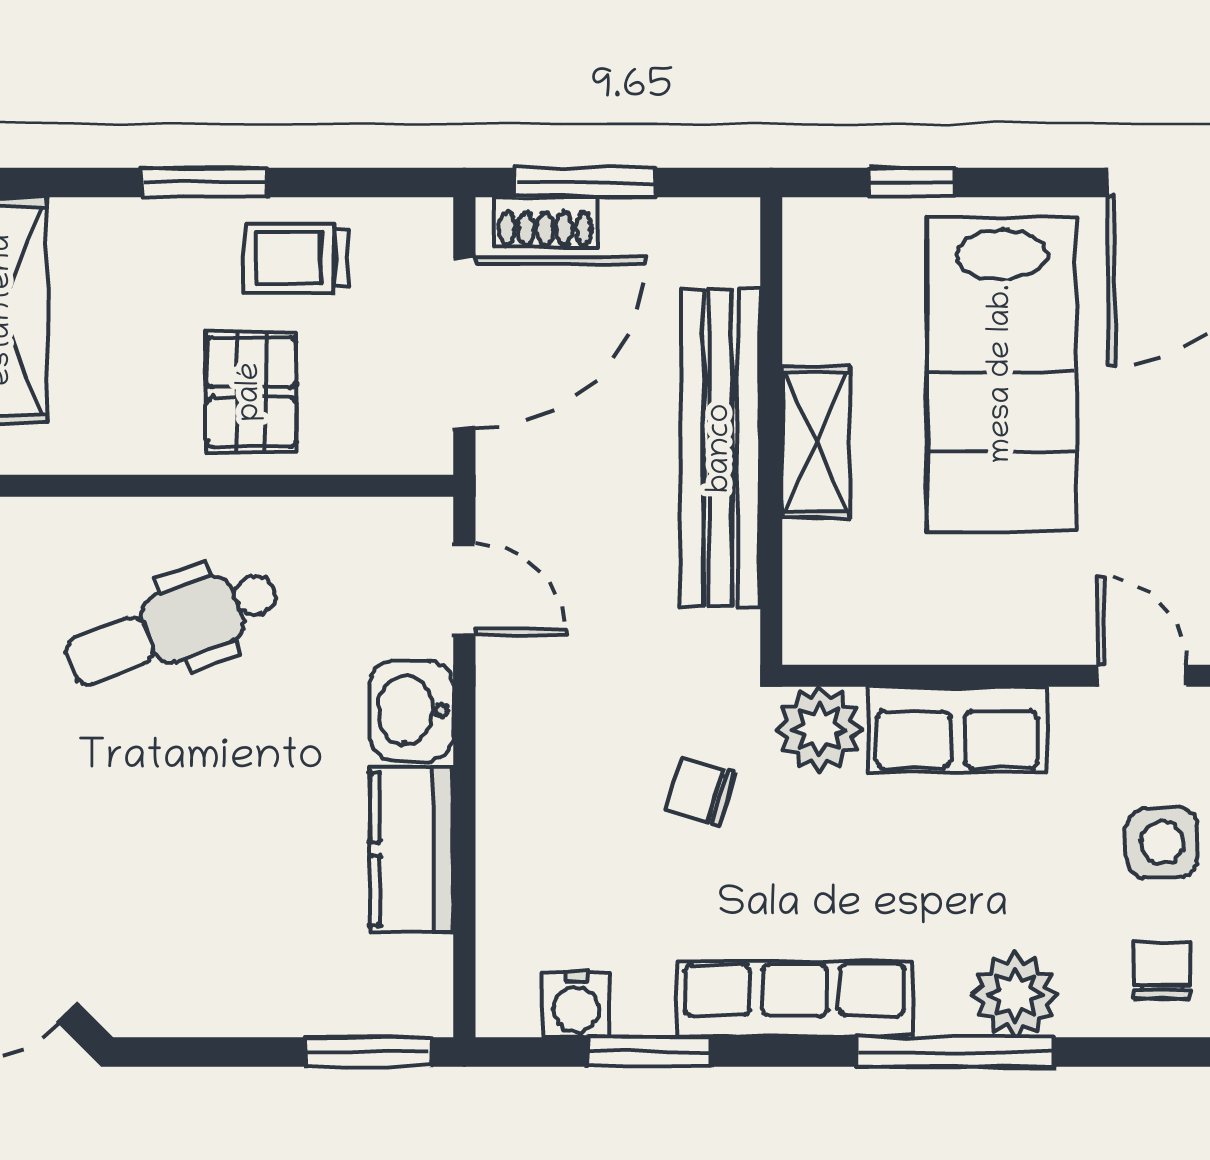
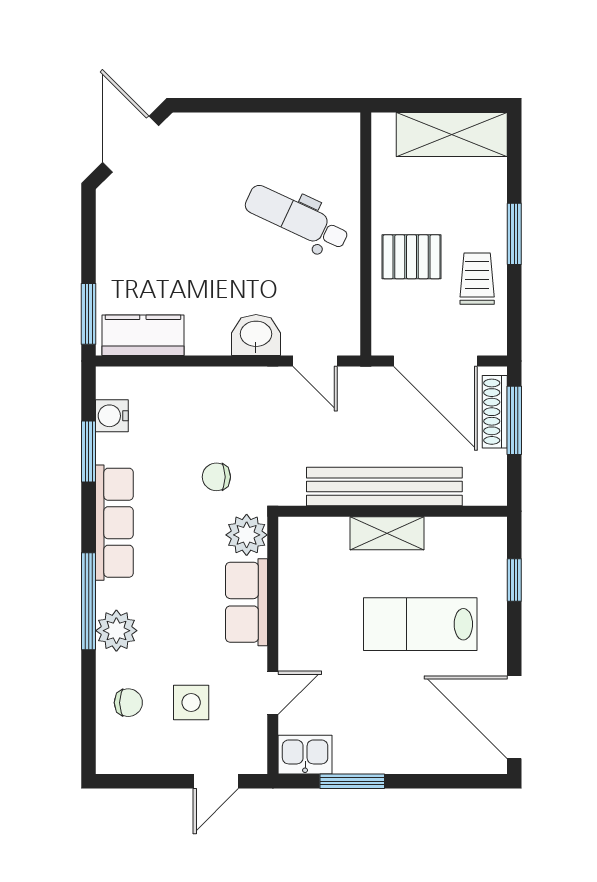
shoe rack: (546, 222) -> (495, 412), width x1.43
lab bench: (1002, 374) -> (420, 624), width x0.73, depth x0.72
door: (464, 589) -> (315, 361), hinge flipped
dental chair: (172, 627) -> (297, 218), turned -44
chair: (701, 791) -> (216, 477), turned -107
kitchen counter: (412, 849) -> (143, 335), moved

